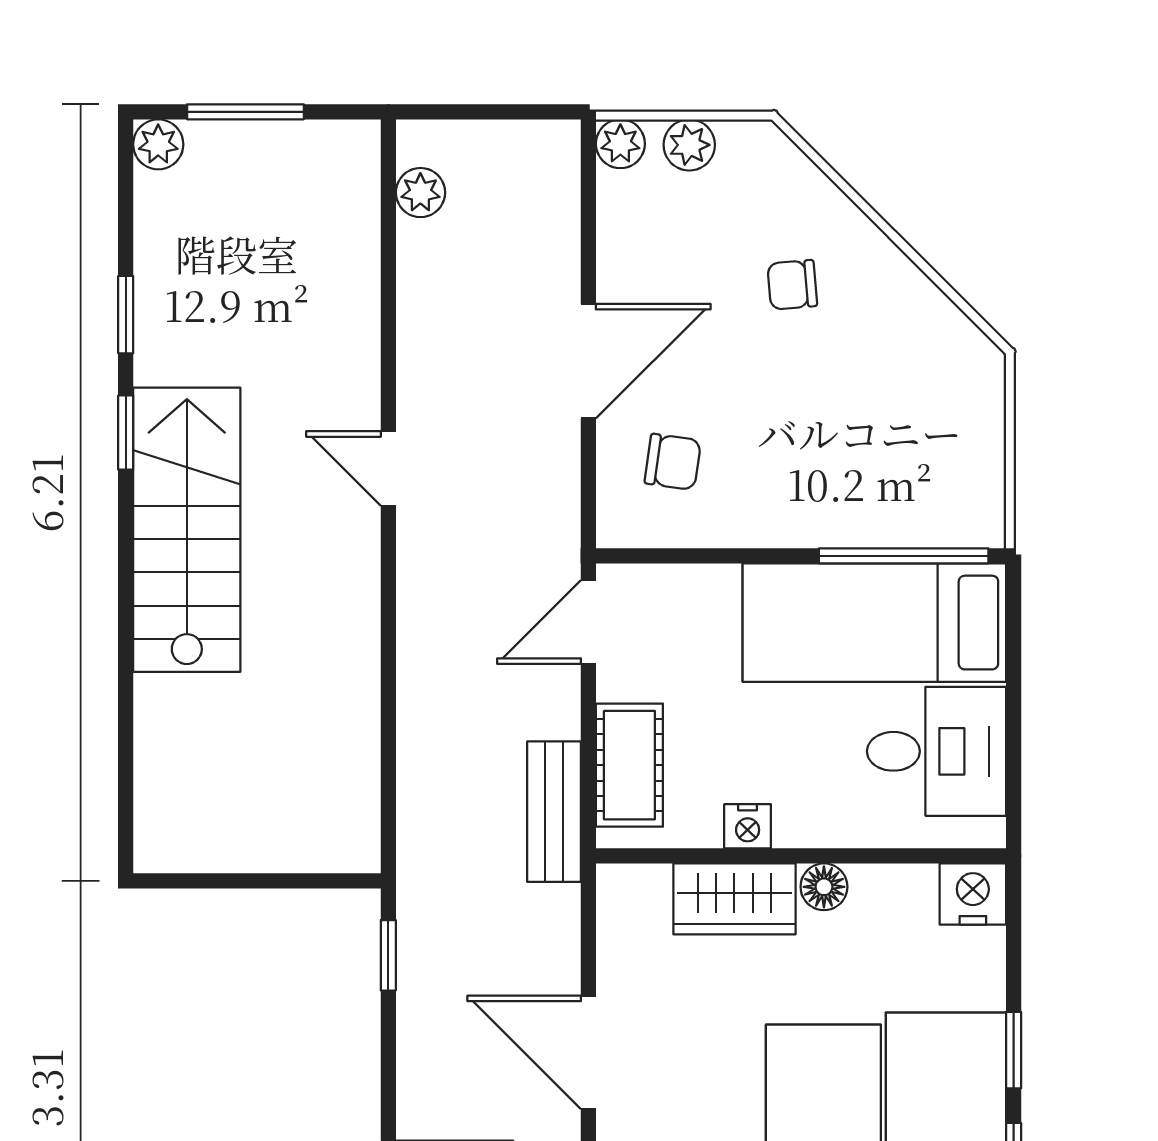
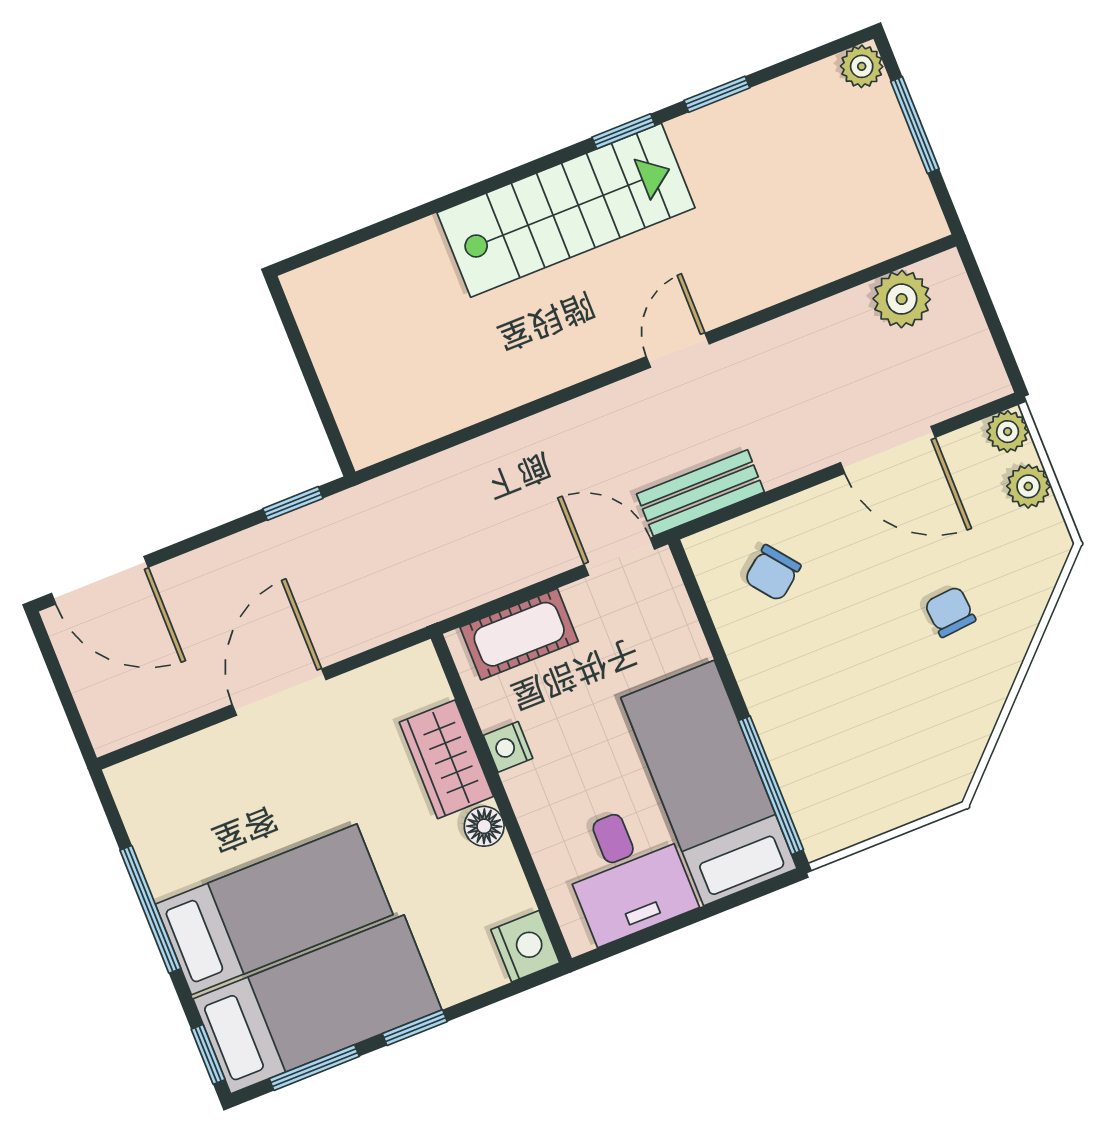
plant: (420, 193) -> (902, 299), width x1.38, depth x1.38
door: (588, 361) -> (888, 450), moved
chair: (673, 462) -> (773, 573), turned 44
bench: (554, 812) -> (700, 493), moved

